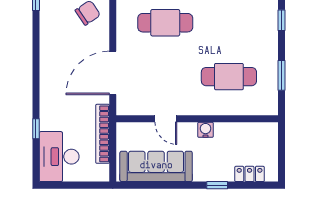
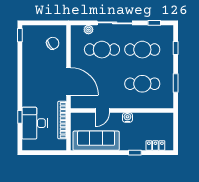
cafe table: (229, 23) -> (142, 50), added
door: (113, 73) -> (69, 81), swing flipped
door: (166, 119) -> (102, 110), hinge flipped
desk: (59, 157) -> (35, 123), moved

